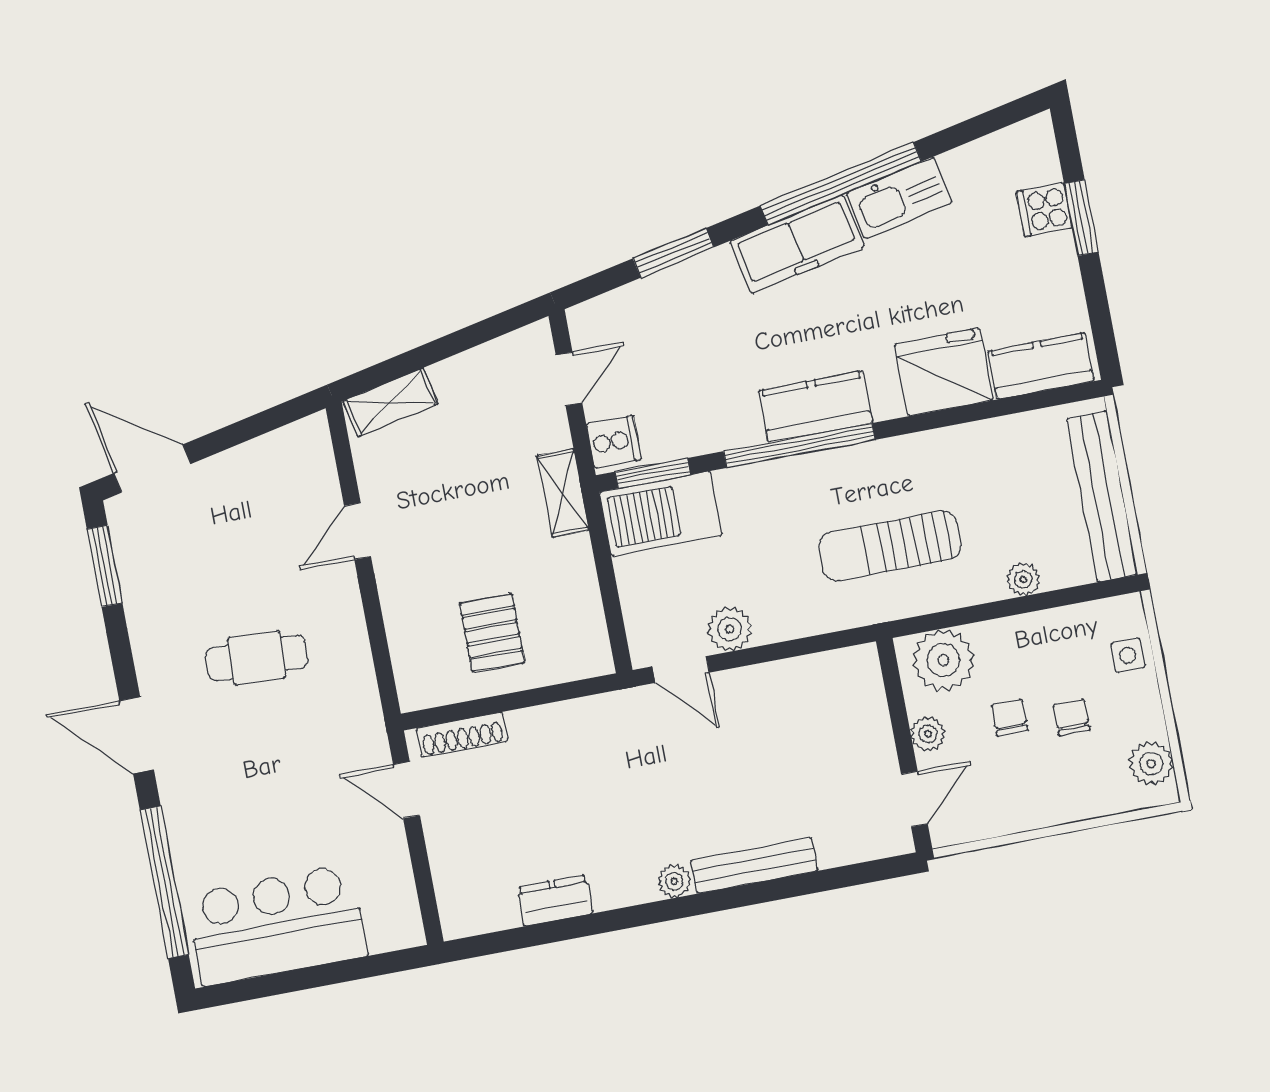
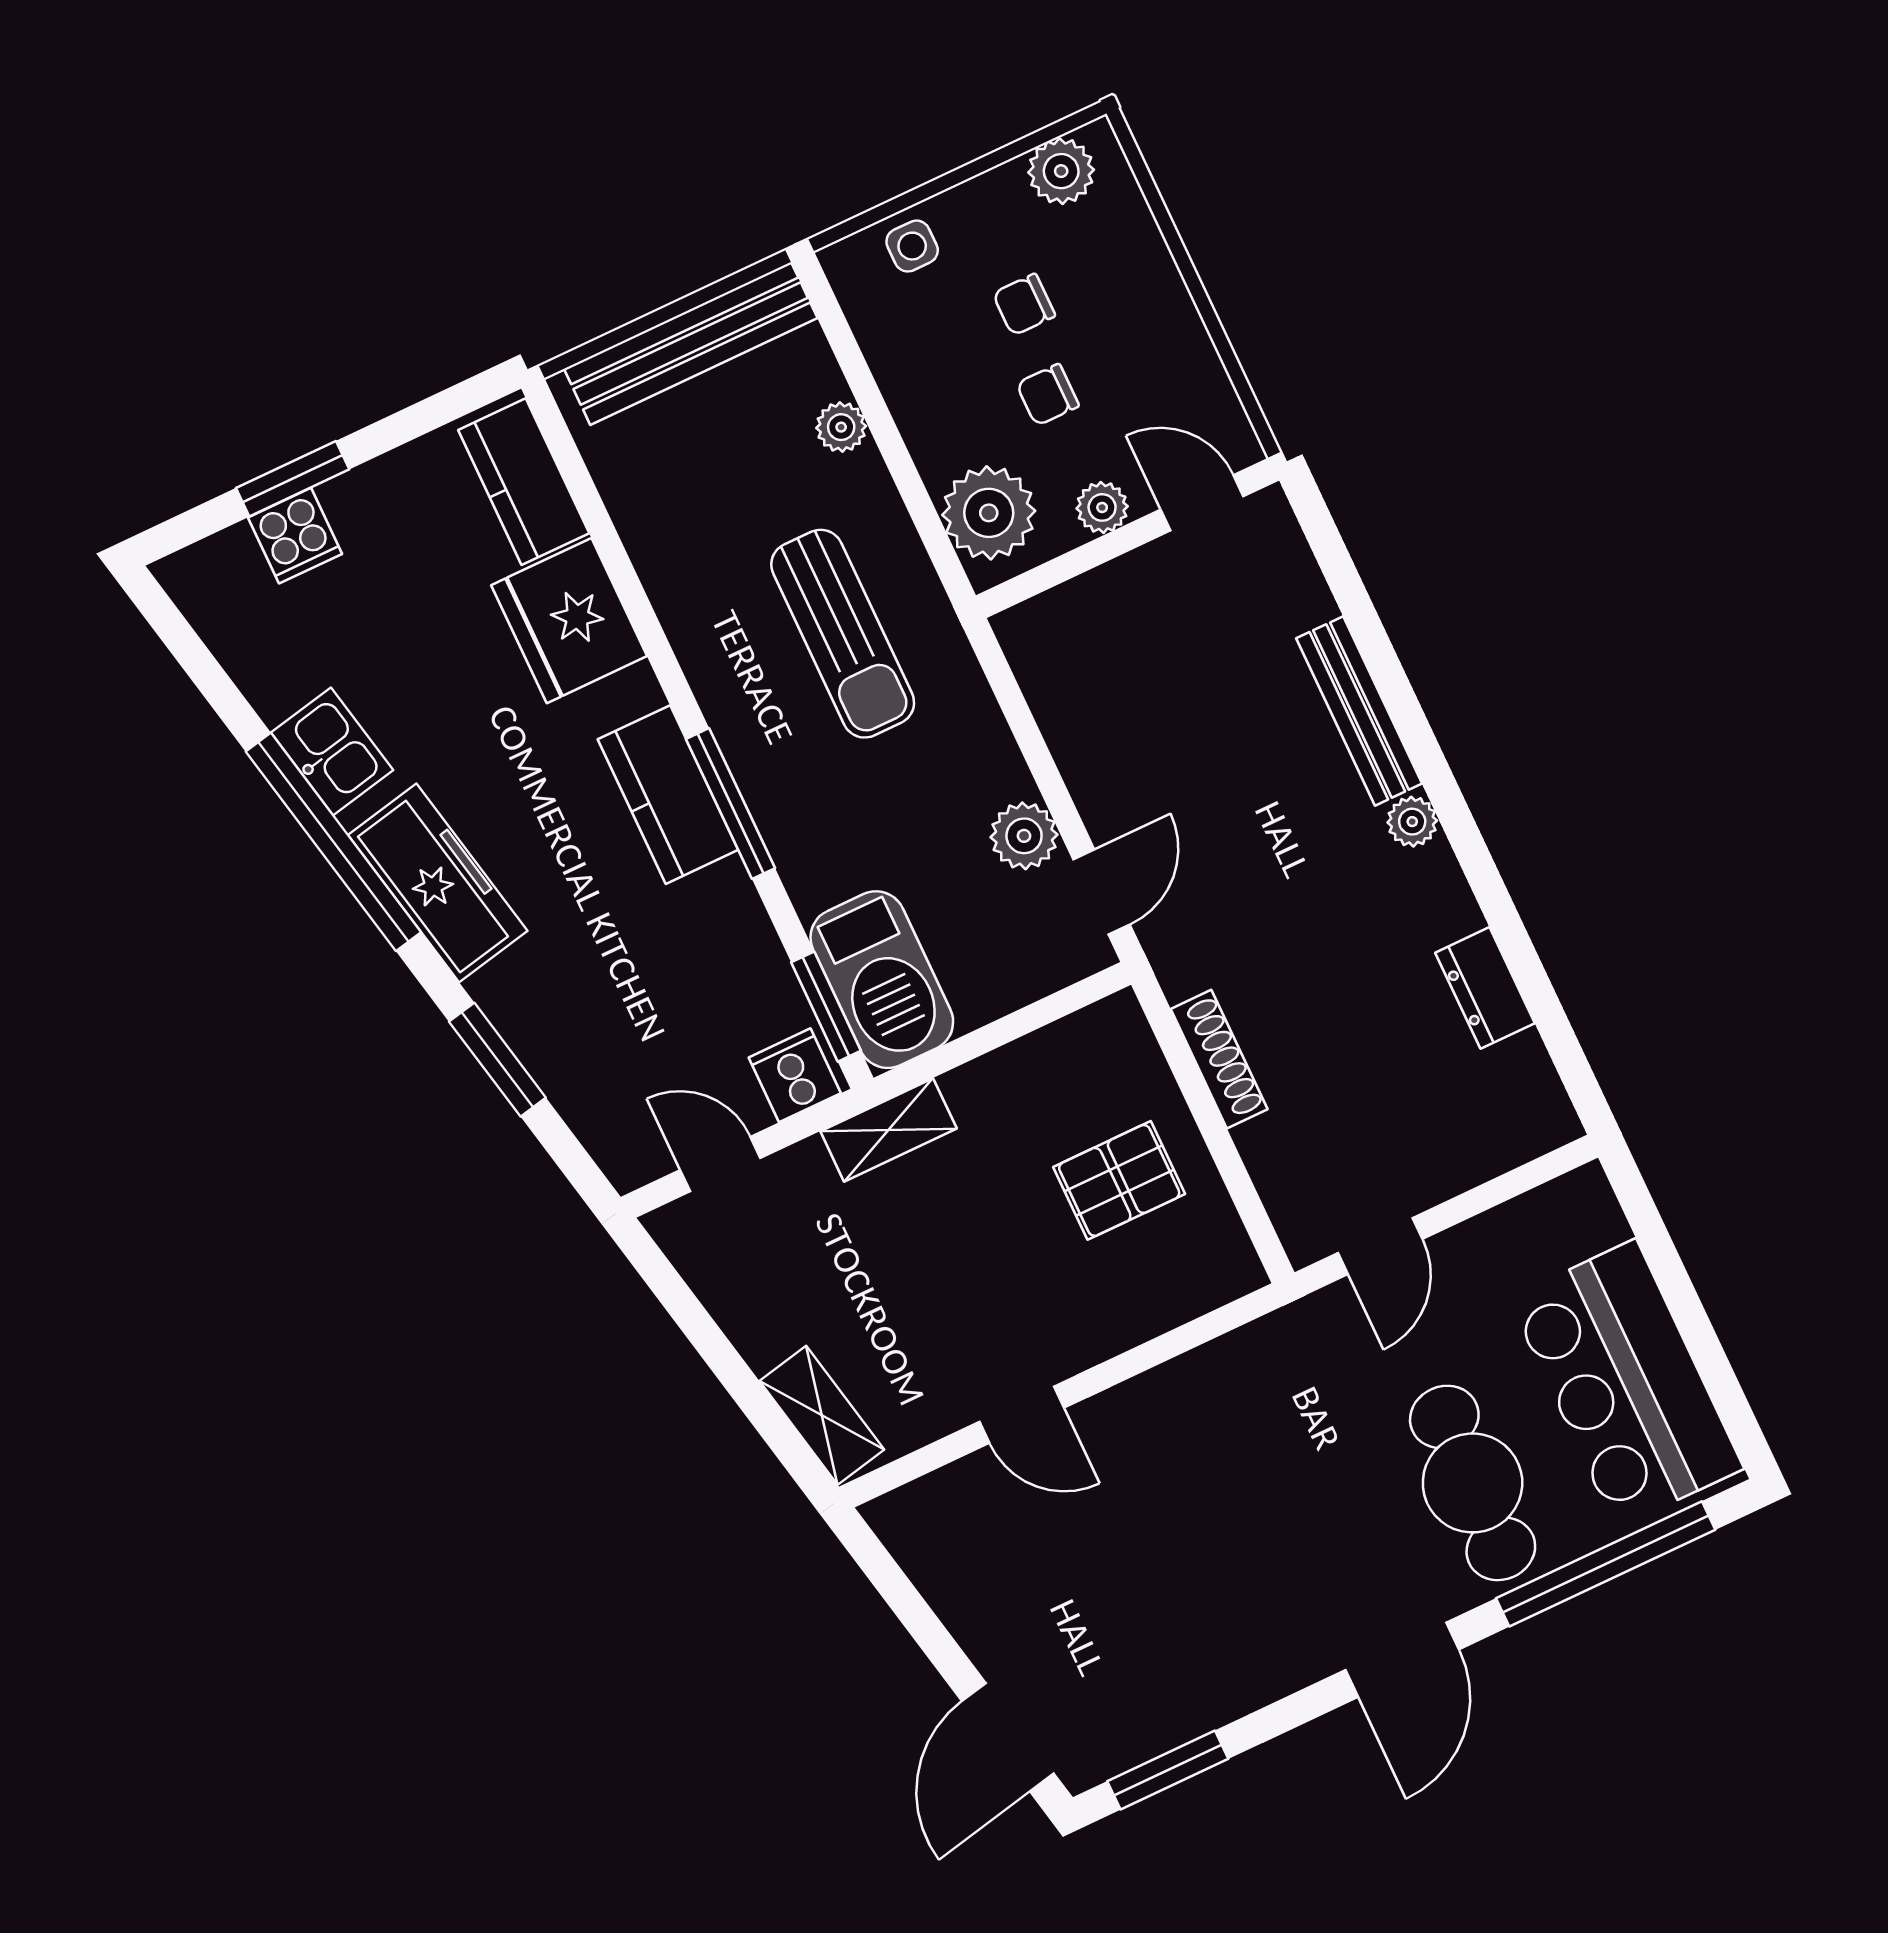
kitchen sink: (899, 198) -> (332, 751), width x0.73
window: (799, 445) -> (731, 804), width x0.68
cafe table: (257, 658) -> (1473, 1483), moved, width x1.37, depth x1.35
shoe rack: (462, 735) -> (1219, 1059), moved

